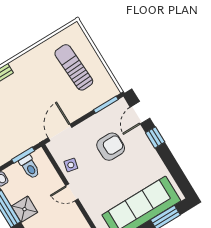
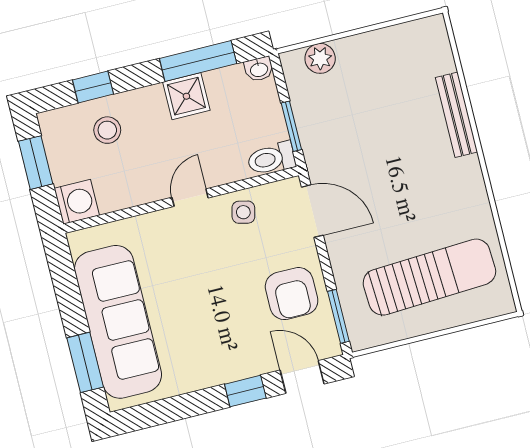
sun lounger: (74, 67) -> (429, 277), width x1.36, depth x1.34
armchair: (111, 147) -> (292, 294), moved
toilet: (30, 167) -> (271, 159), moved

